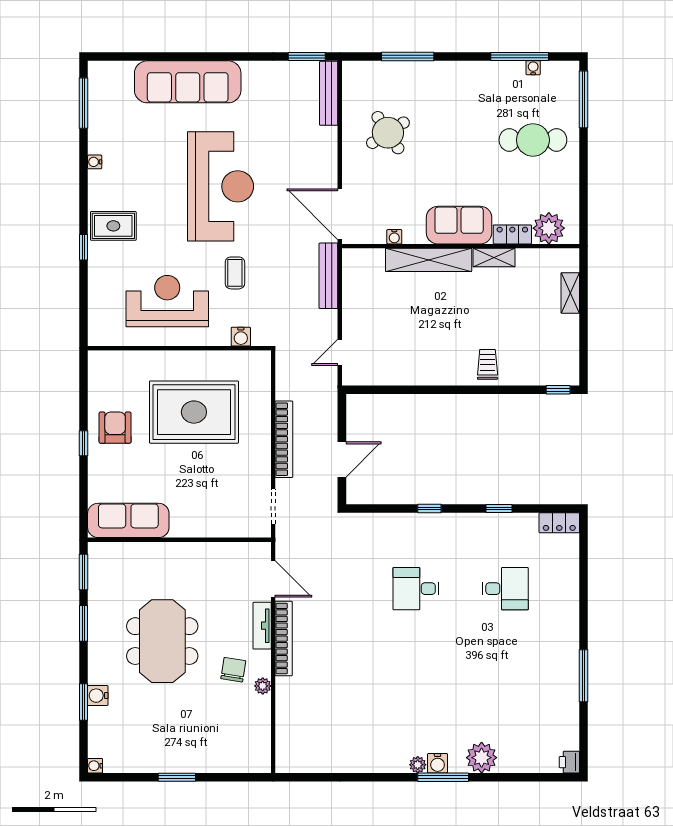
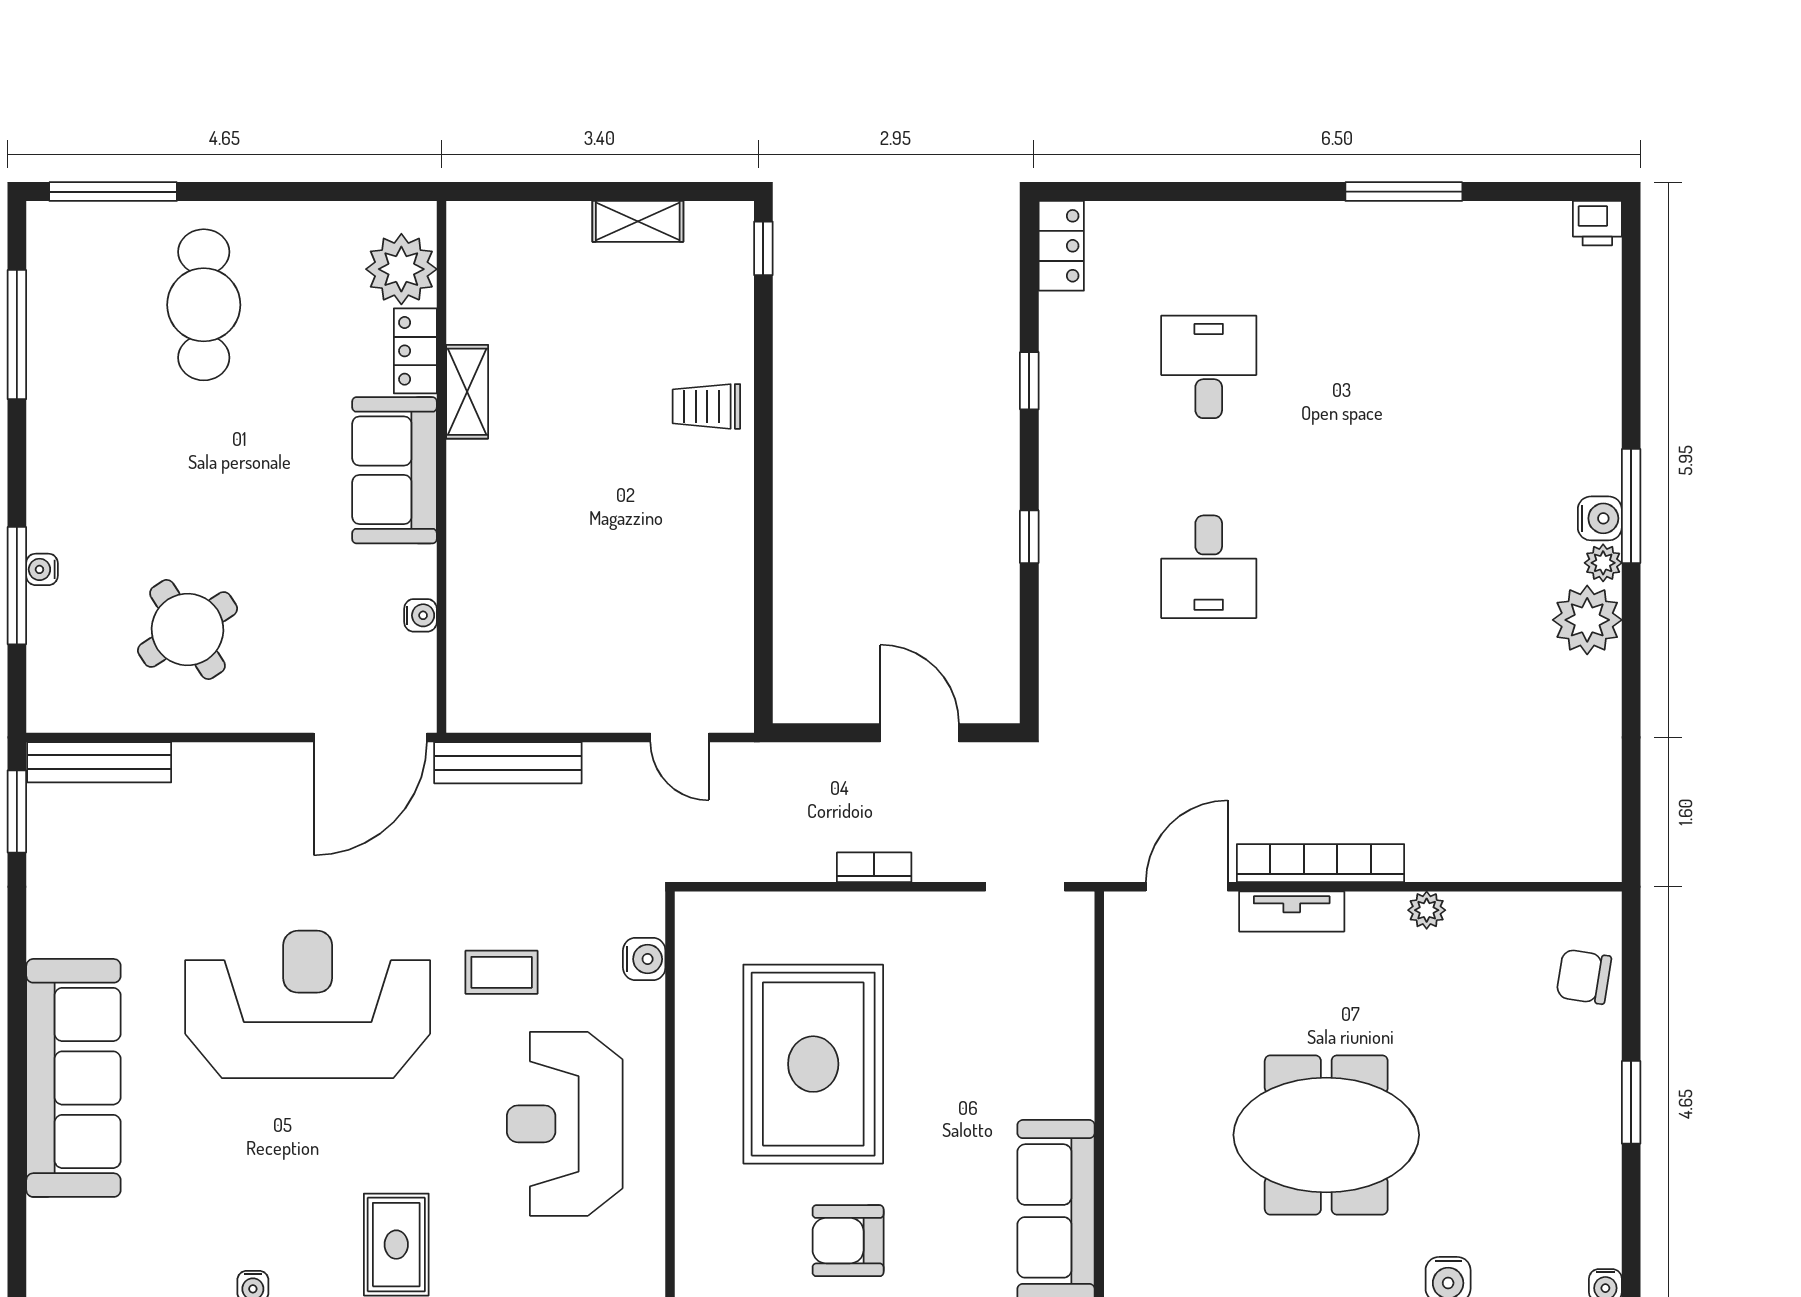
water cooler: (533, 68) -> (42, 569), moved
shelving: (429, 260) -> (472, 538), removed
shelving: (570, 293) -> (638, 221), moved
bookcase: (284, 439) -> (874, 867), width x0.43, depth x0.76
chair: (233, 670) -> (1584, 977), moved
plant: (482, 758) -> (1587, 620), moved

